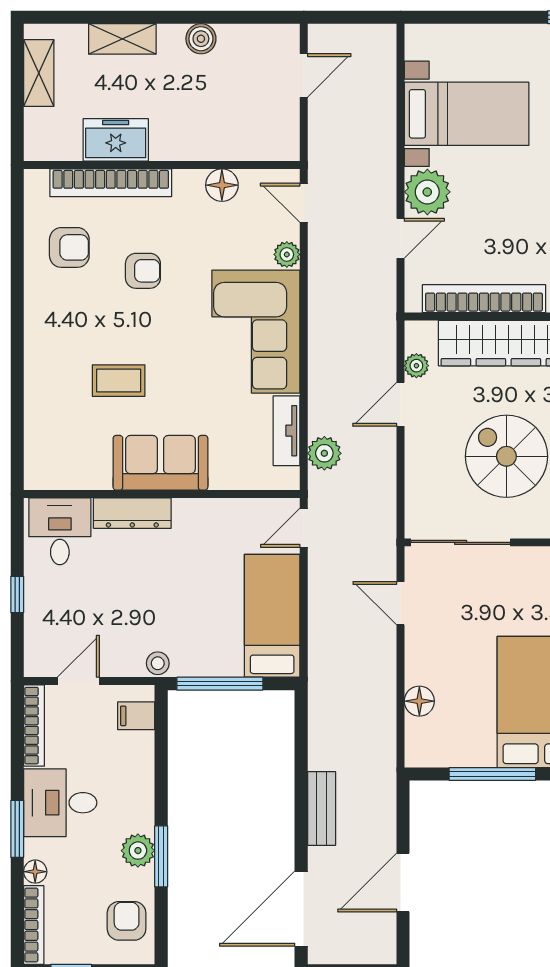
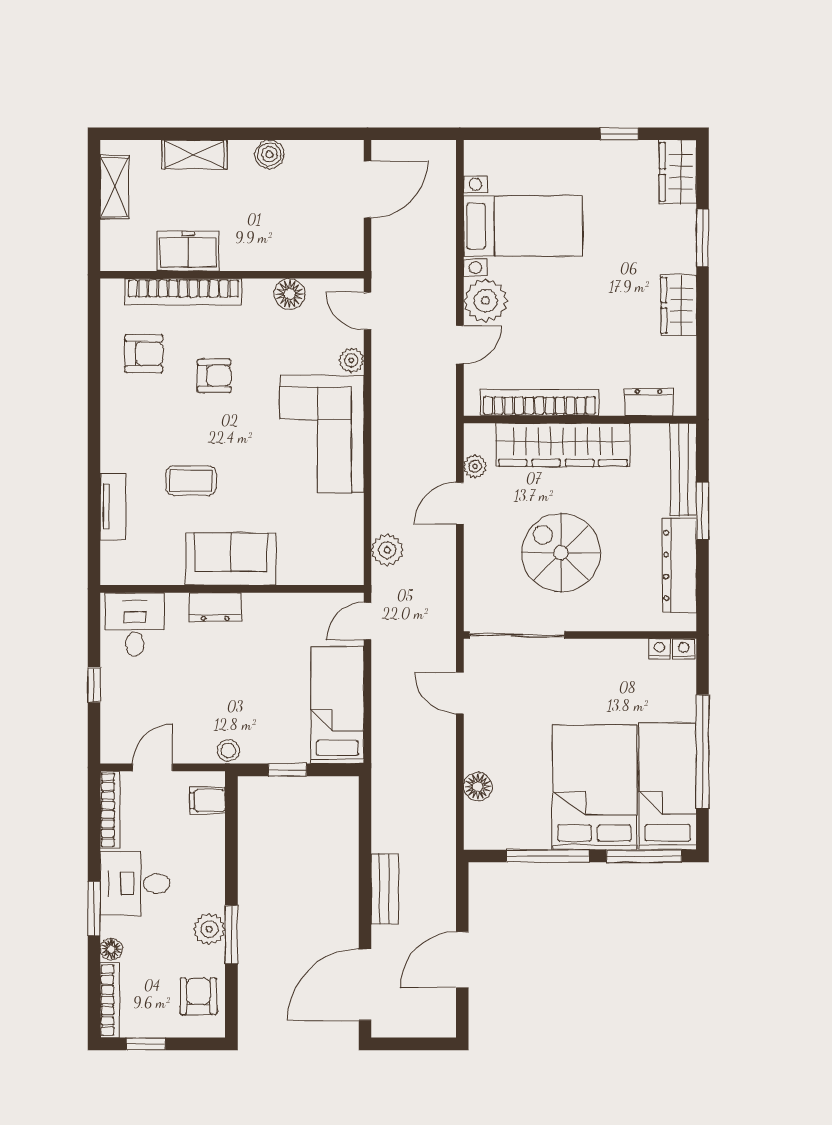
door: (304, 75) -> (367, 189), width x1.38
tv unit: (286, 431) -> (113, 507), moved, turned 180
dresser: (132, 513) -> (215, 607), width x0.70
window: (220, 684) -> (287, 770), width x0.46

